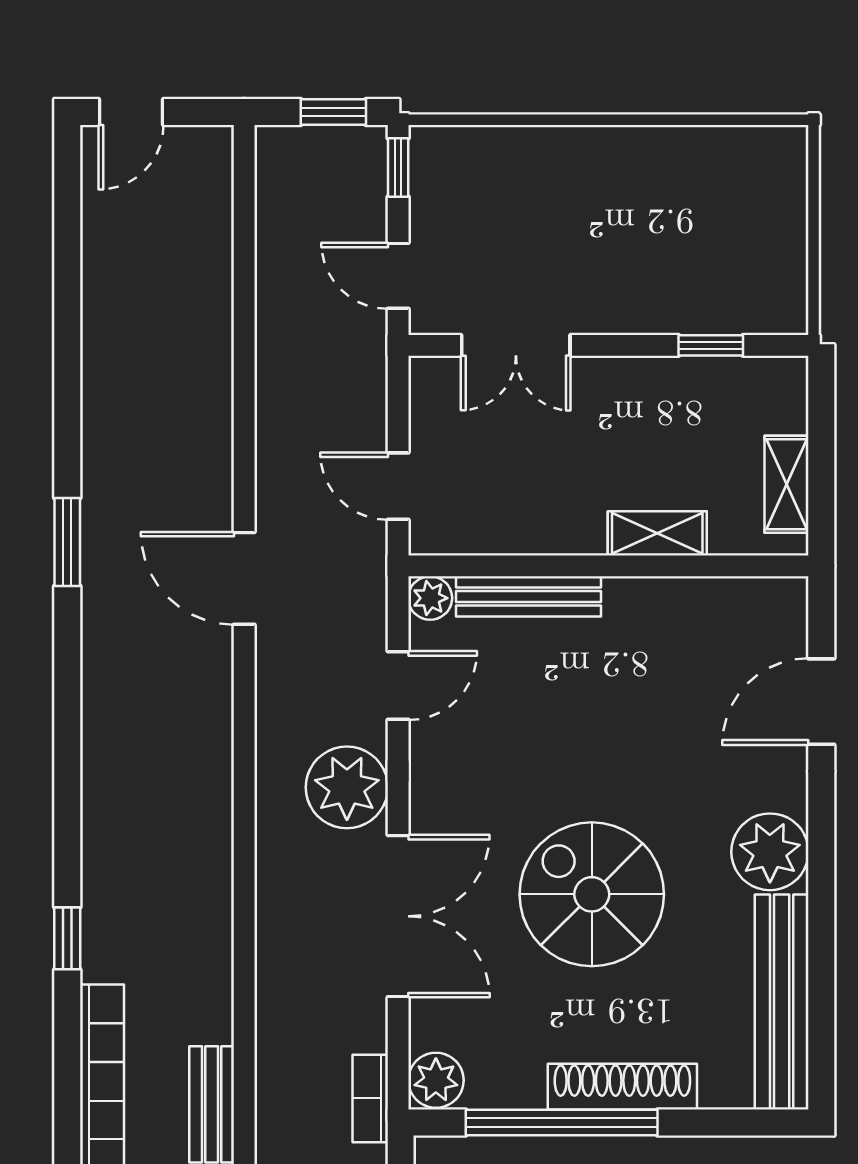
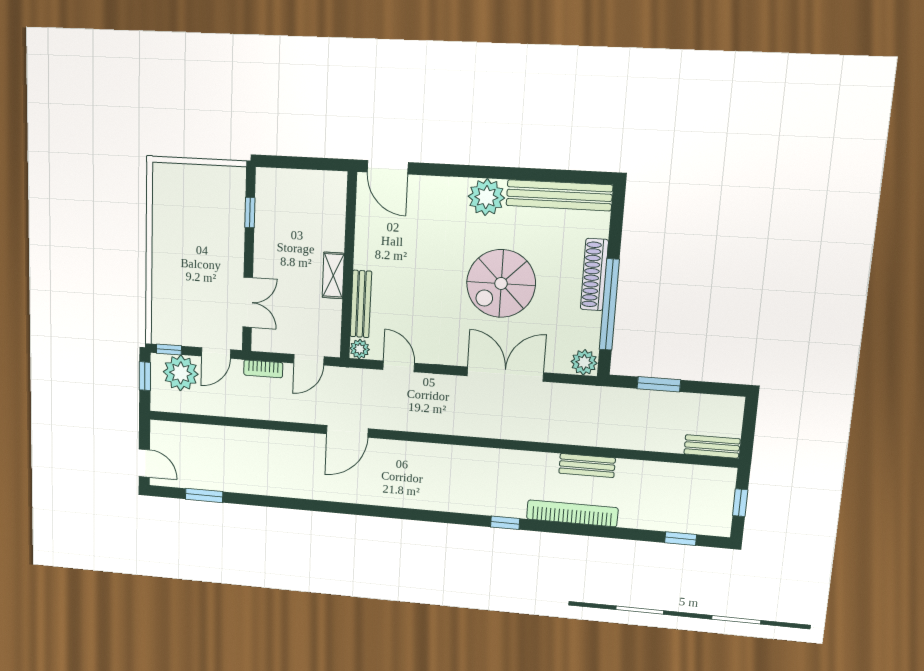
shelving: (786, 484) -> (314, 180), removed
shelving: (657, 533) -> (333, 275), moved
window: (67, 542) -> (204, 495), moved
door: (821, 702) -> (388, 167), moved
plant: (347, 787) -> (181, 373), moved
bookcase: (370, 1098) -> (263, 369), moved

